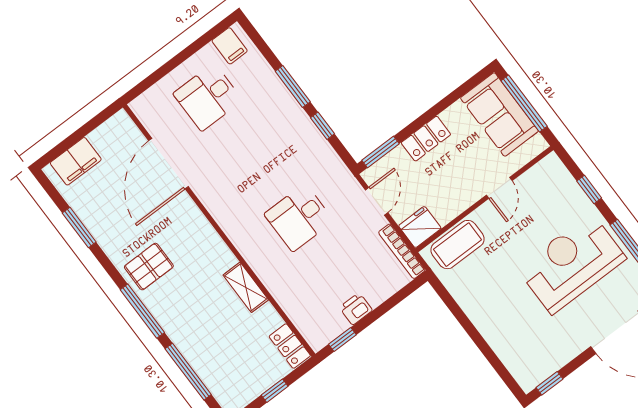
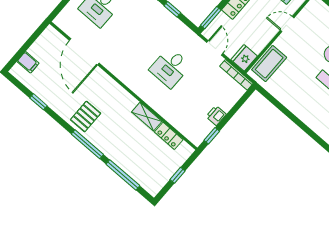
filing cabinet: (76, 161) -> (28, 62), width x0.50
door: (499, 188) -> (287, 24), swing flipped
window: (79, 227) -> (38, 102), width x0.67
locker: (290, 346) -> (169, 136), moved

